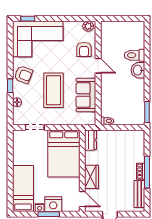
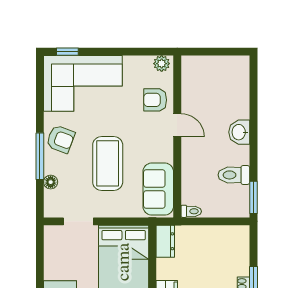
armchair: (84, 50) -> (155, 100), turned 90
toilet: (134, 55) -> (234, 175), moved
window: (10, 86) -> (40, 156), width x2.17
sofa: (86, 95) -> (158, 189), moved

